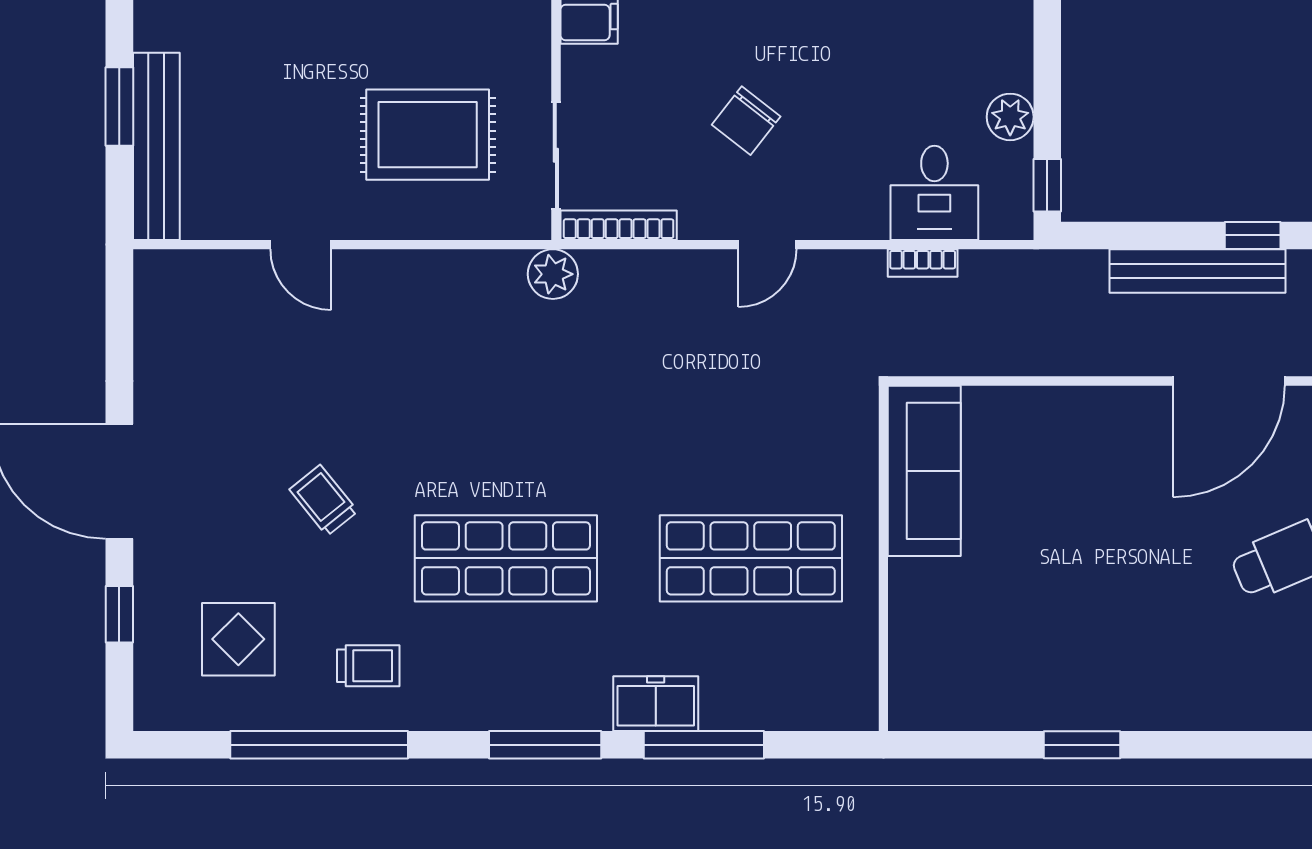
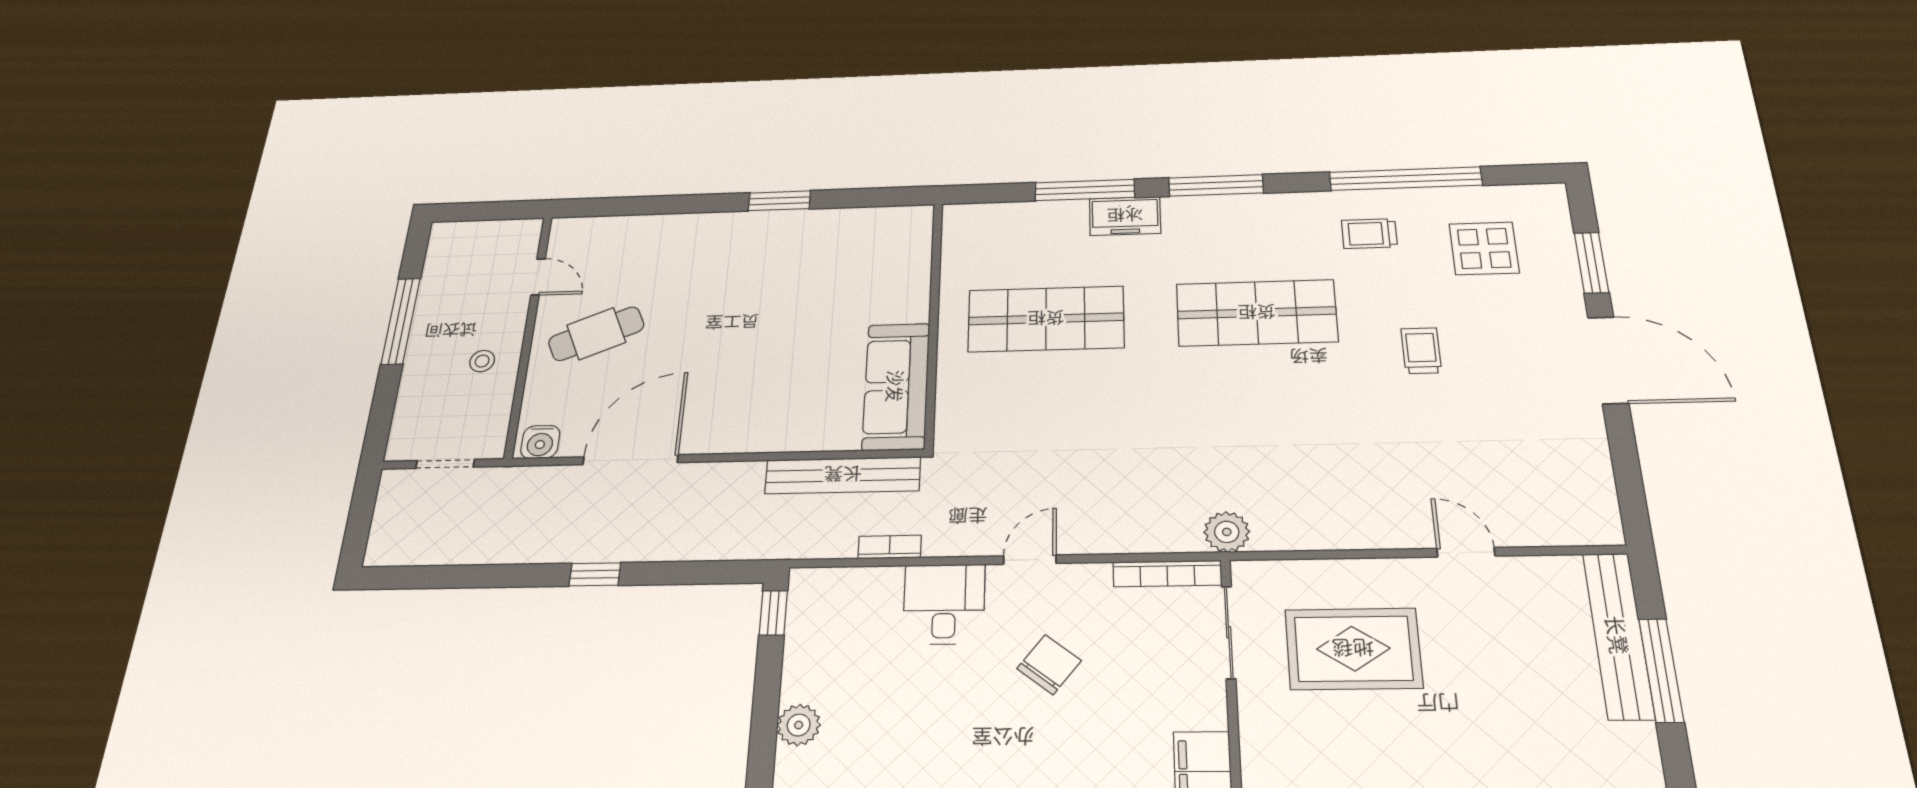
window: (119, 107) -> (1661, 670), width x1.44
plant: (1010, 117) -> (799, 725), moved
desk: (934, 193) -> (944, 604), moved
bench: (1197, 271) -> (843, 475), moved
trolley: (324, 500) -> (1421, 351), turned -141
window: (119, 614) -> (1591, 263), width x1.50

